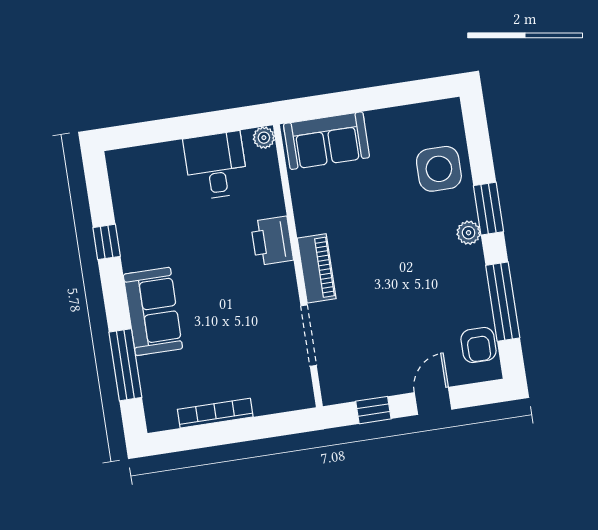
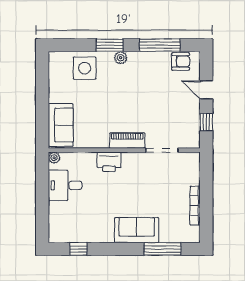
window: (107, 242) -> (78, 249), moved

